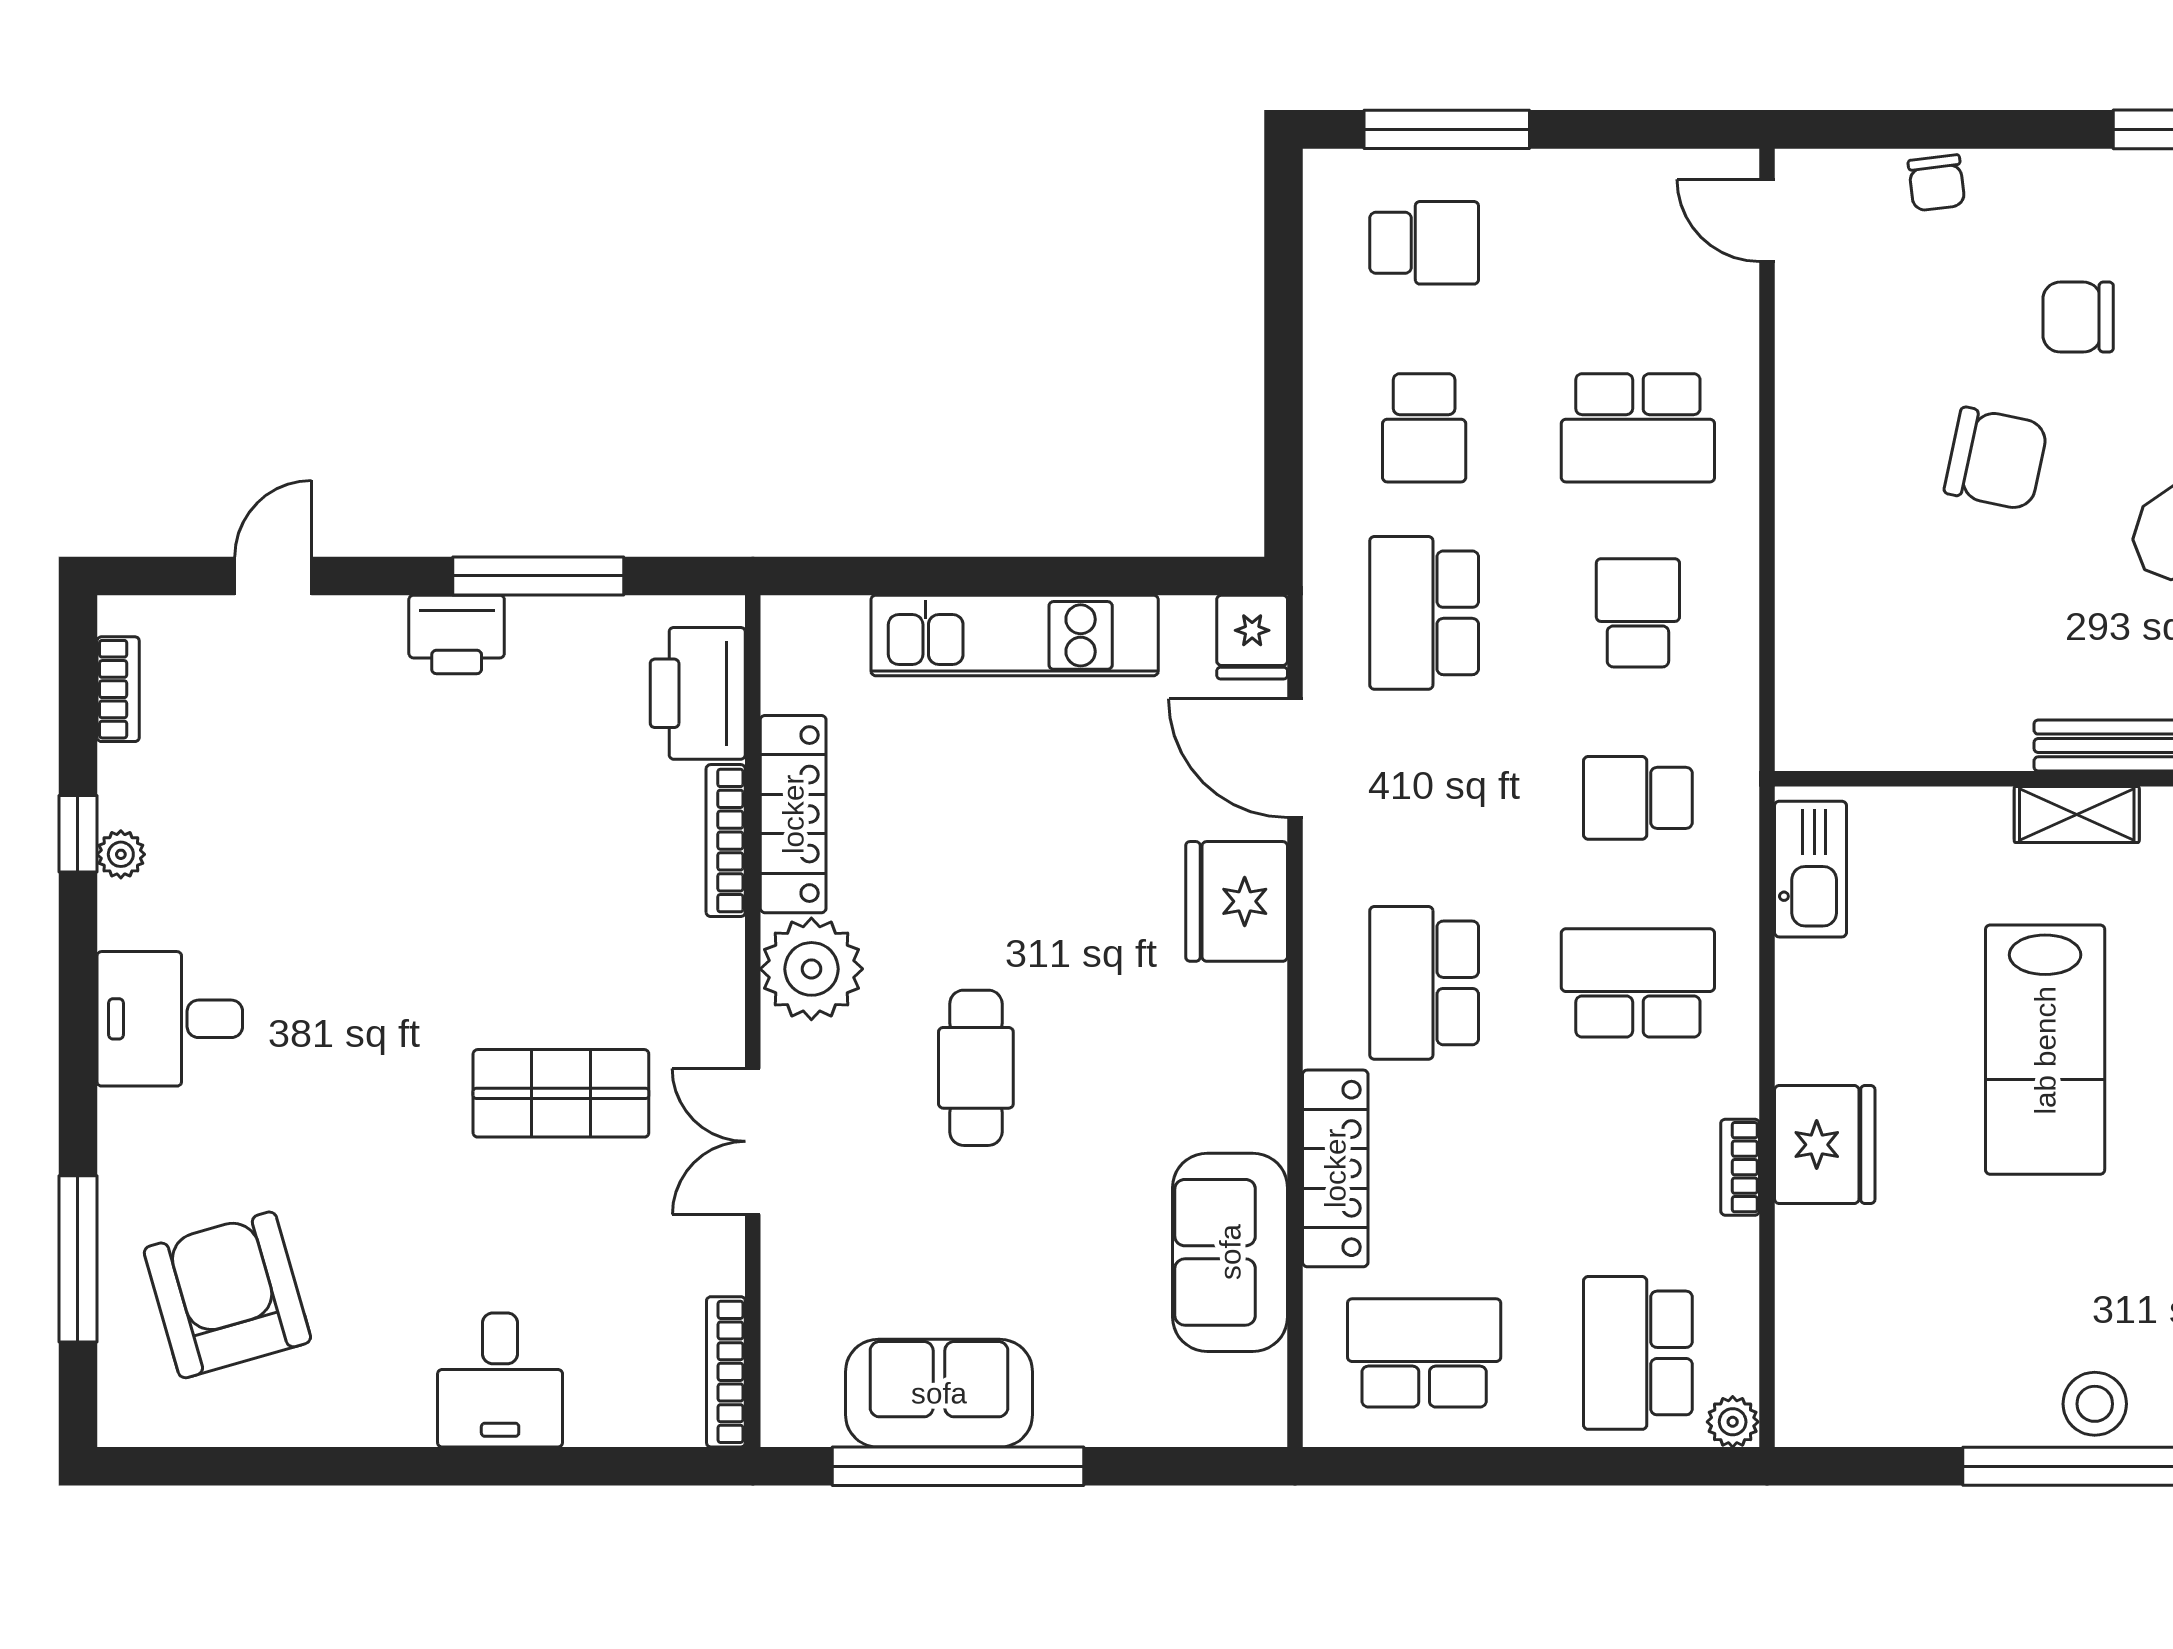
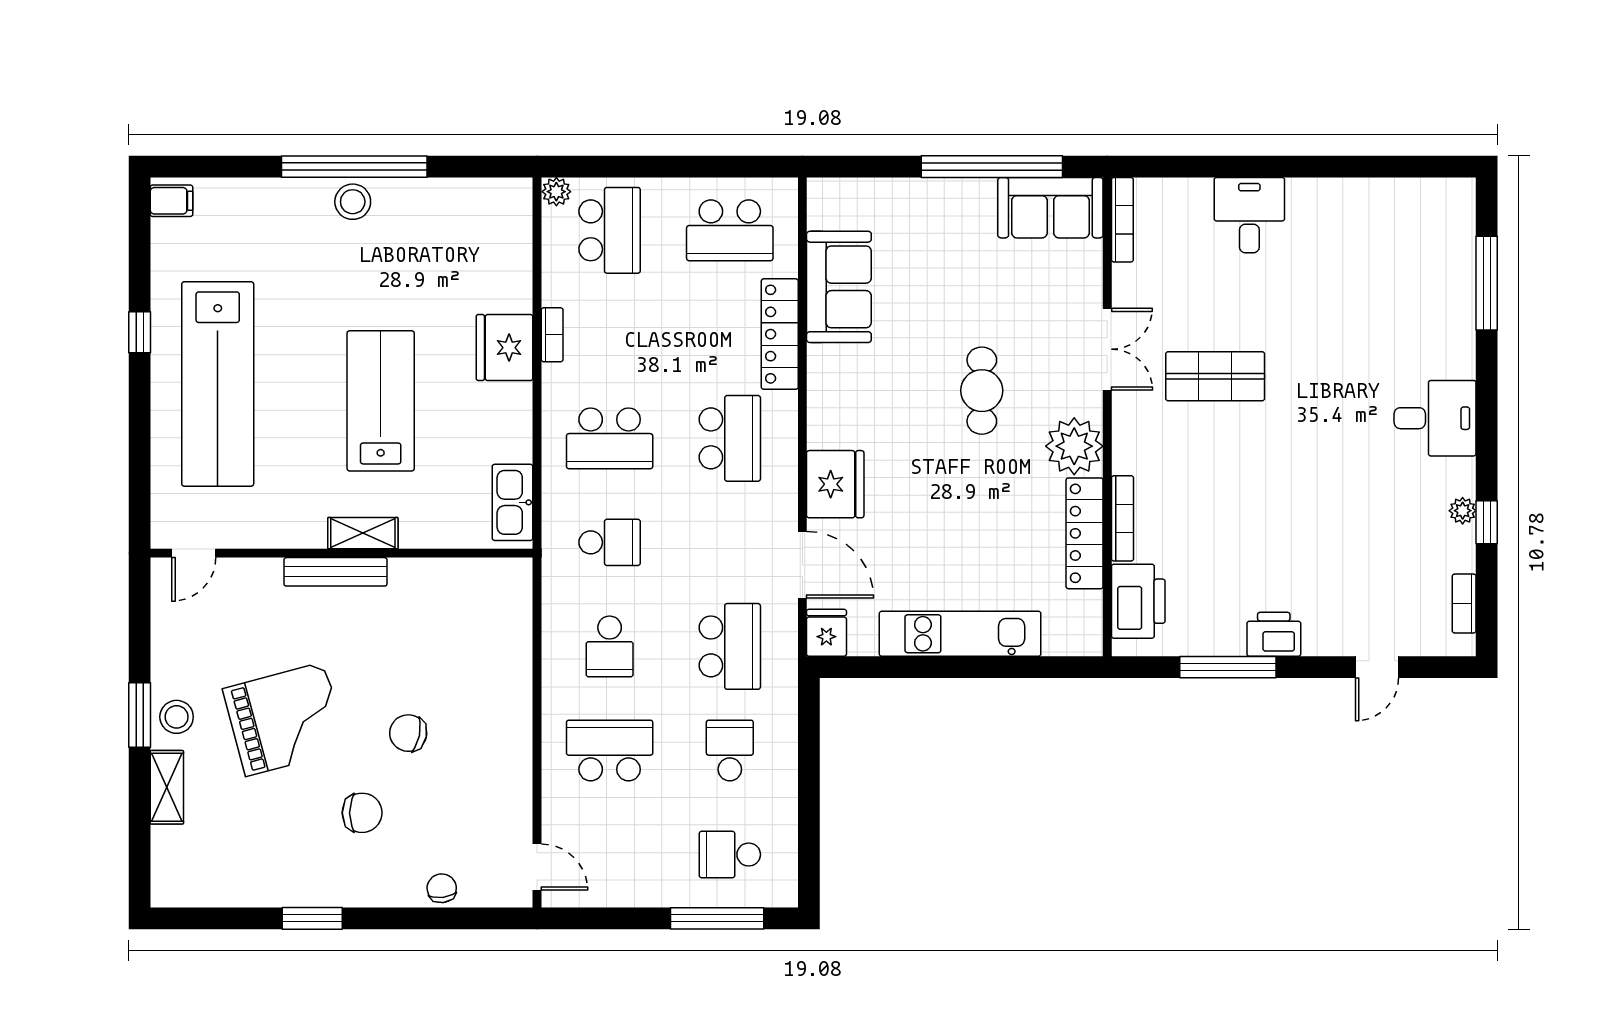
chair: (1996, 459) -> (408, 733), width x0.73, depth x0.73
armchair: (227, 1295) -> (1403, 263), removed
sofa: (939, 1393) -> (1050, 208), moved

